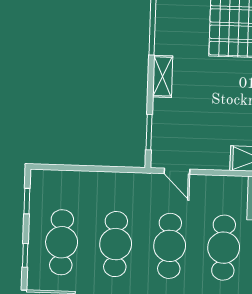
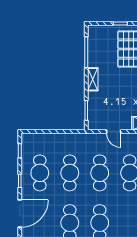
door: (177, 171) -> (114, 131), moved

